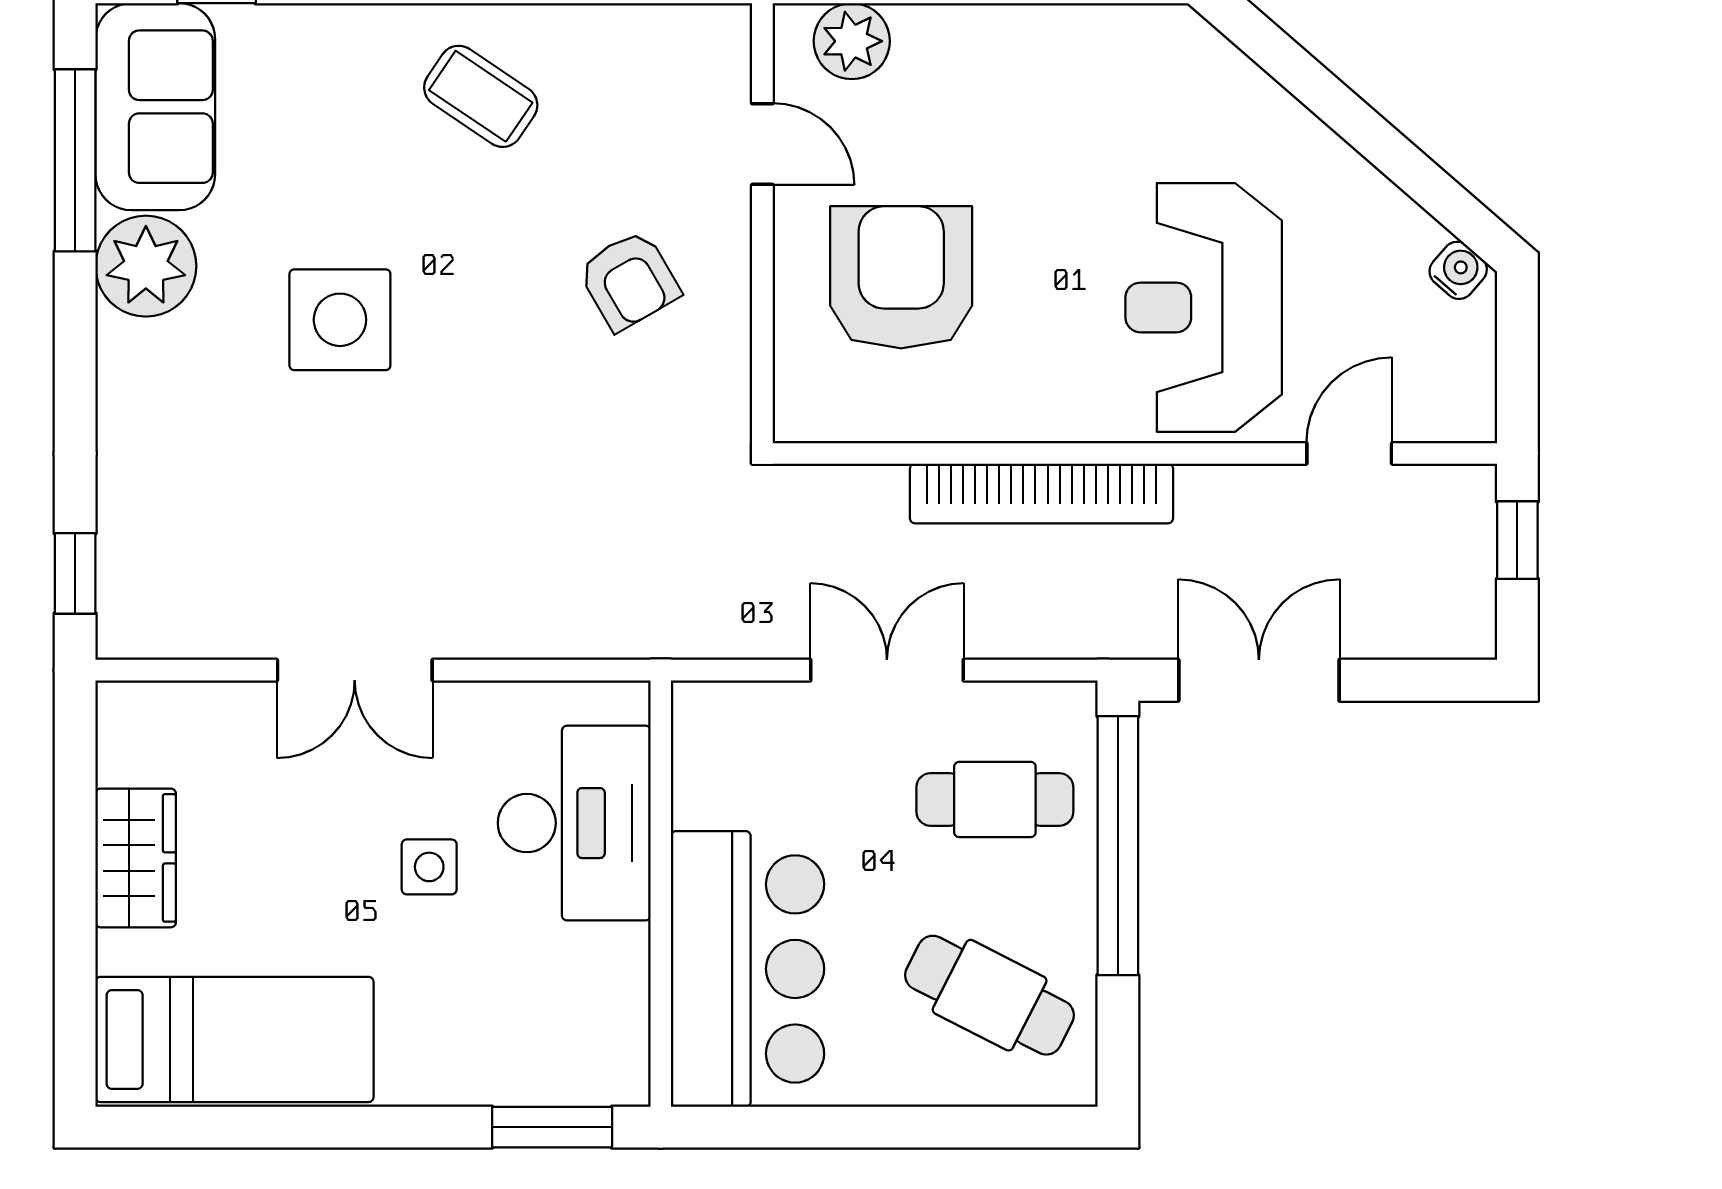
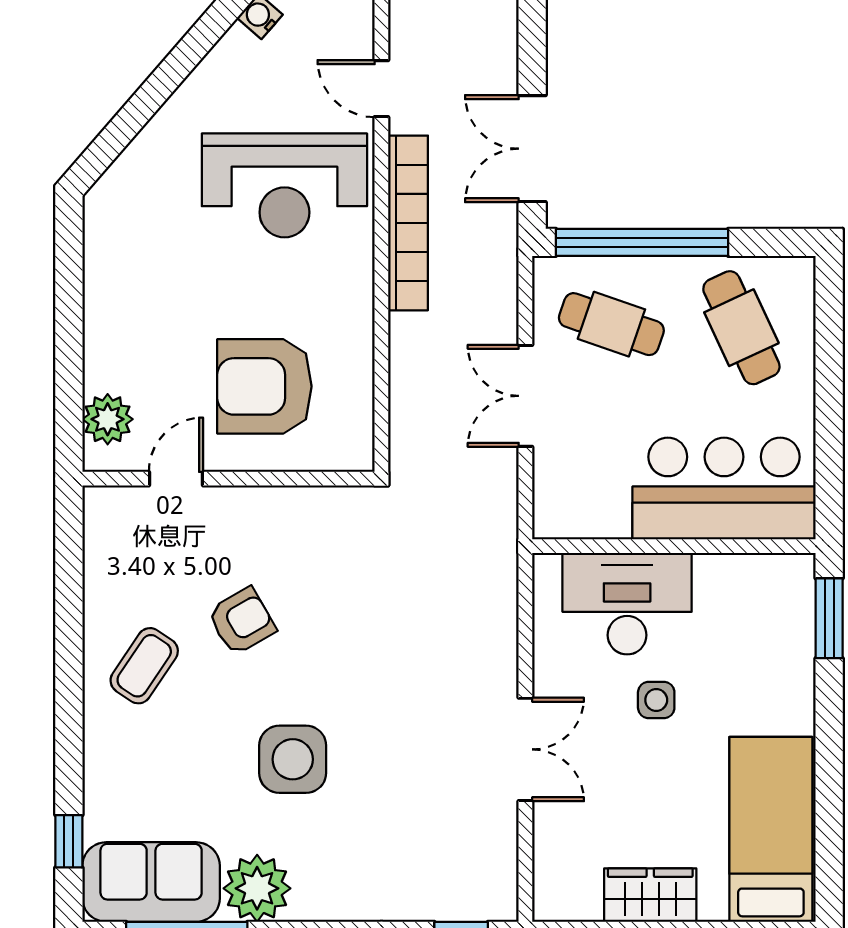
armchair: (629, 280) -> (242, 621), moved
bookcase: (1041, 493) -> (408, 223), moved
cafe table: (995, 799) -> (611, 324), turned -71
cafe table: (990, 995) -> (741, 328), turned -52

